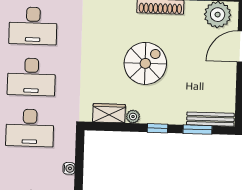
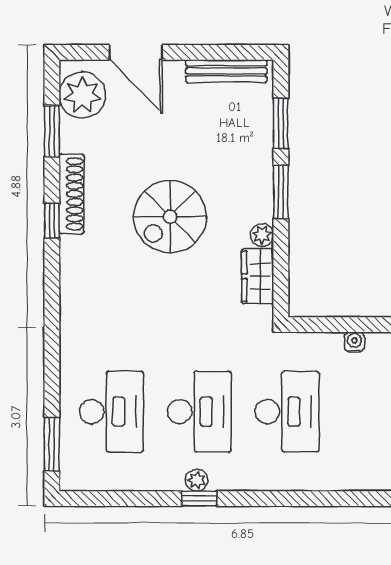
spiral stairs: (145, 63) -> (170, 217), turned -90
bench: (210, 119) -> (226, 71), moved, turned 90
window: (158, 128) -> (281, 192), width x1.50

